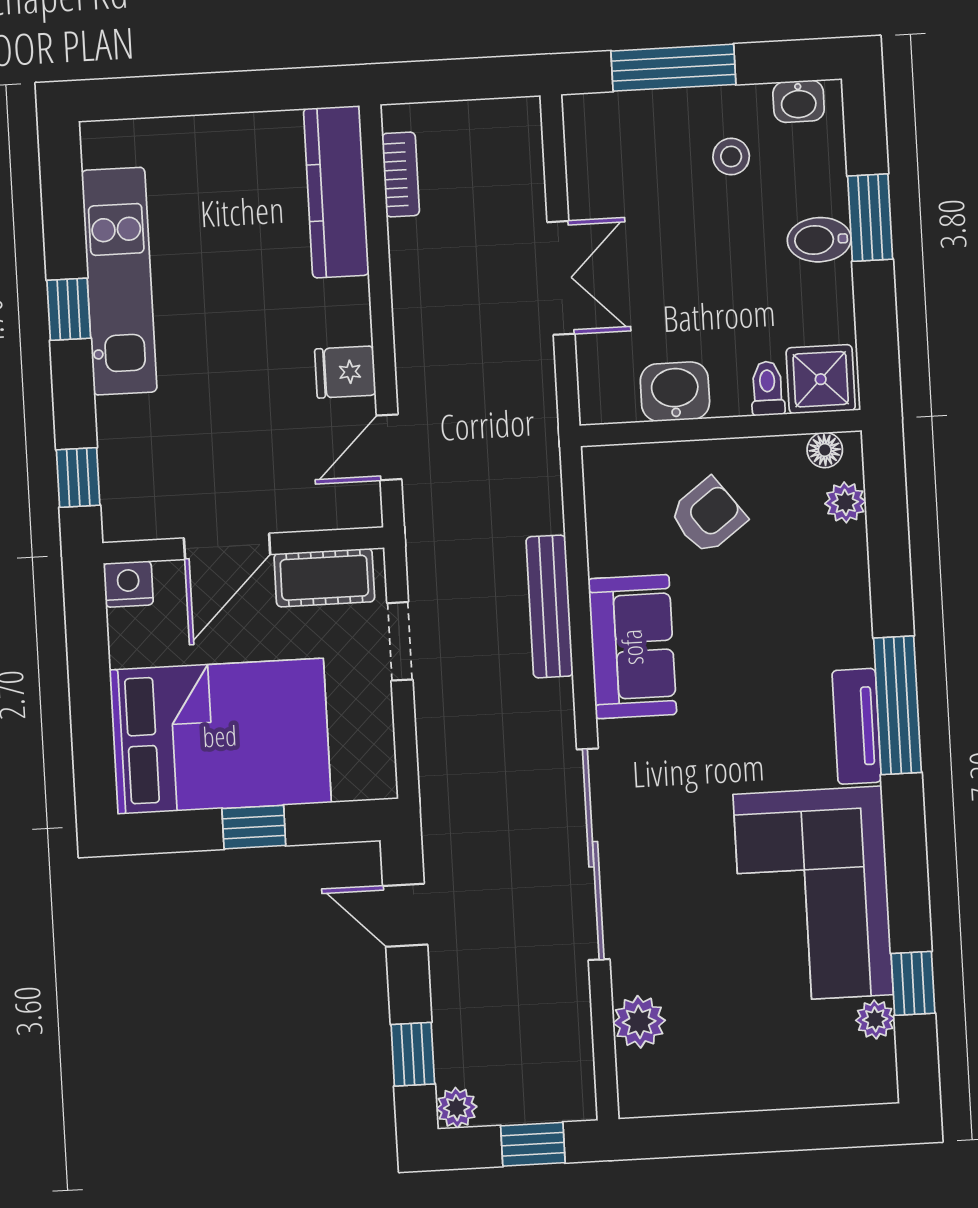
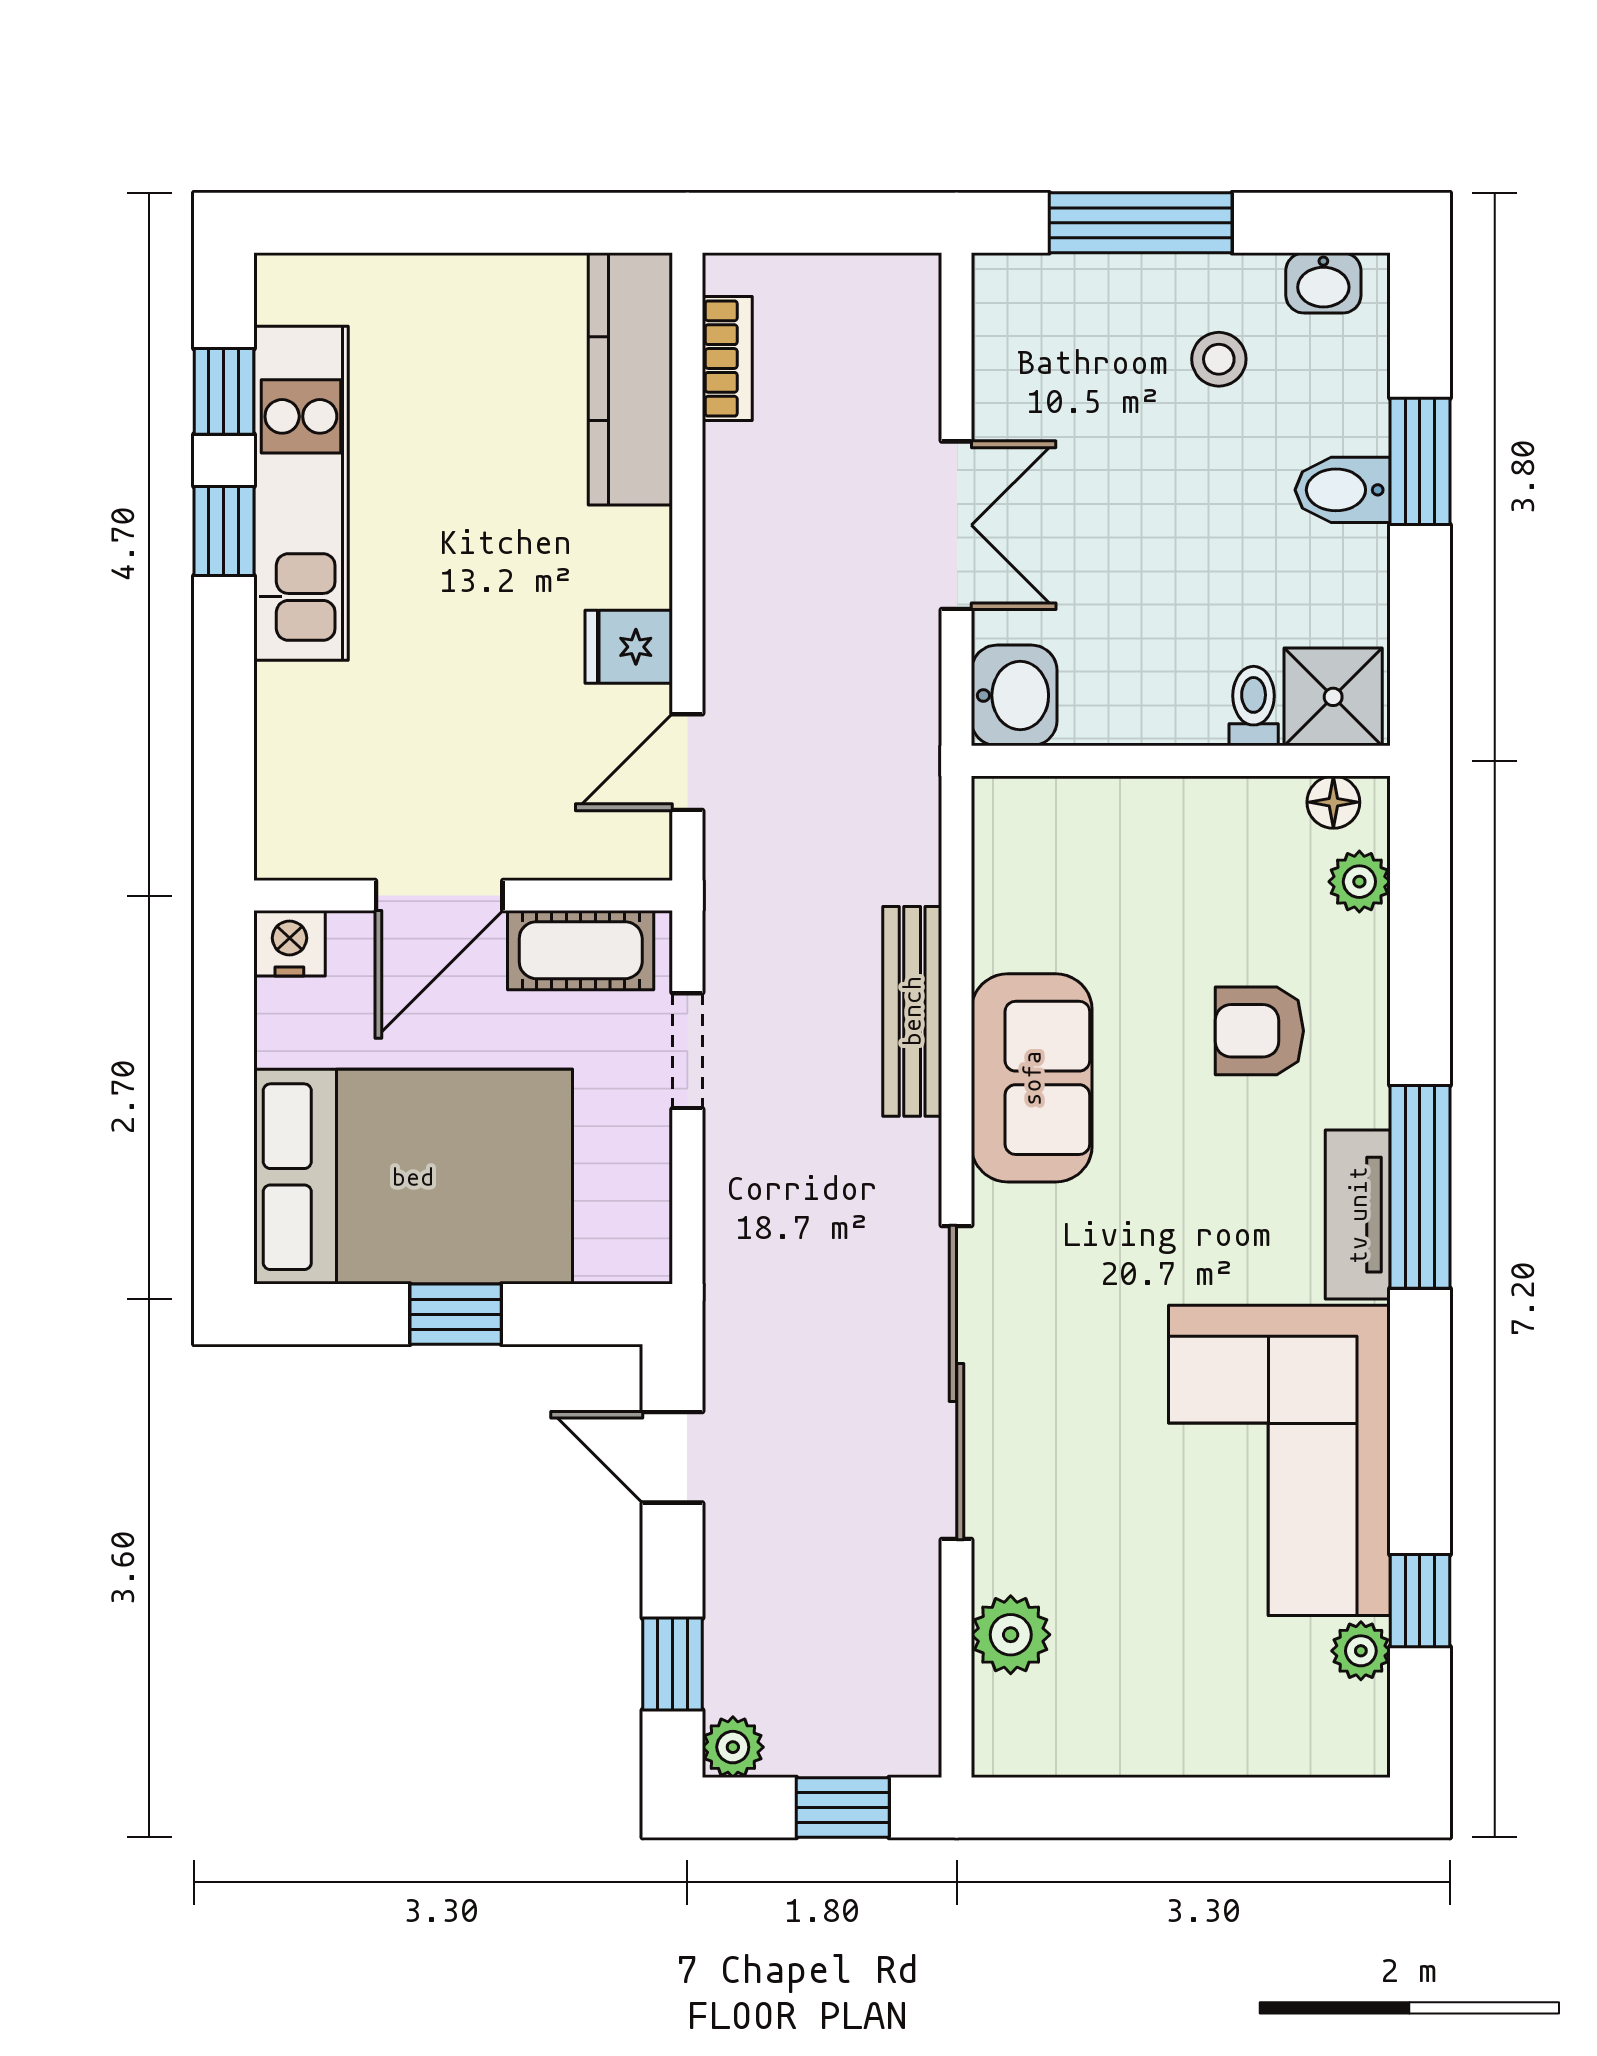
washbasin: (675, 392) -> (1014, 695), moved, turned 90
window: (78, 477) -> (224, 391), moved
armchair: (708, 516) -> (1259, 1031), moved, turned -143

